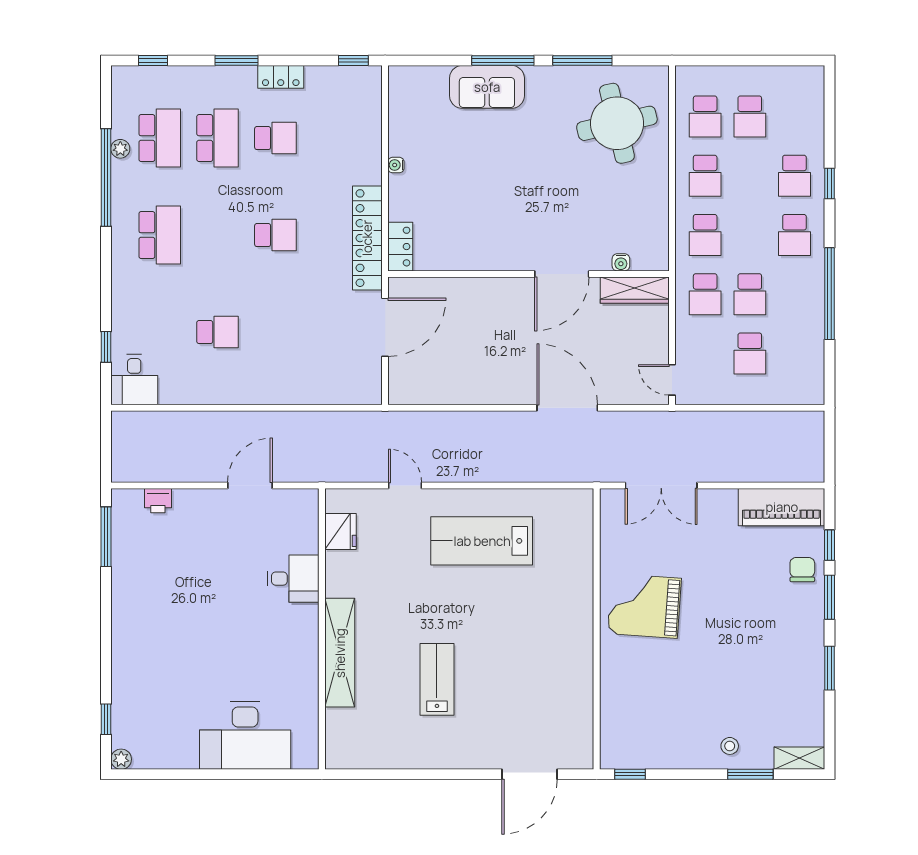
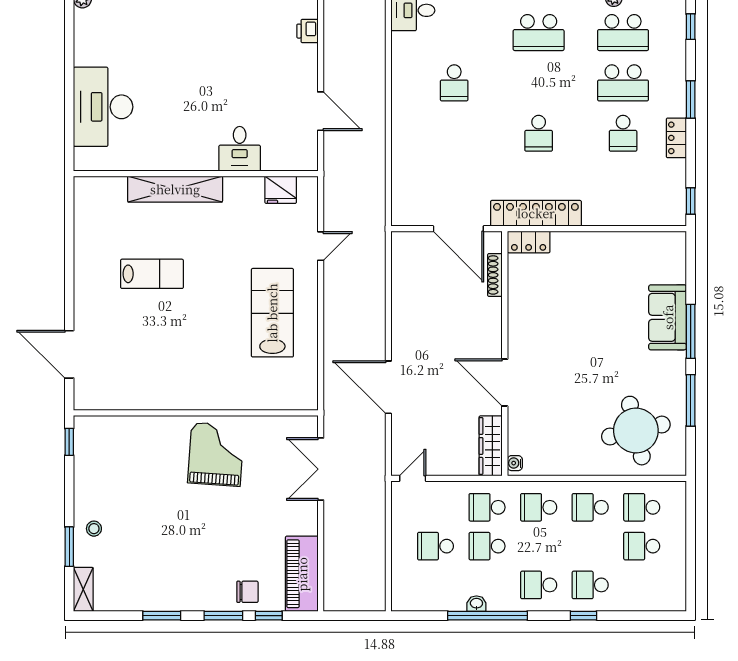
water cooler: (396, 165) -> (600, 238), removed
water cooler: (621, 262) -> (515, 463), moved
shoe rack: (438, 285) -> (495, 275), added
washbasin: (816, 306) -> (476, 604), added
door: (567, 408) -> (388, 387), swing flipped

